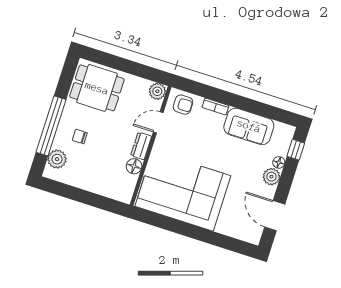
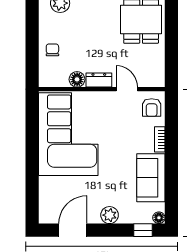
plant: (157, 91) -> (156, 79), removed
chair: (80, 136) -> (52, 50), moved
floor lamp: (279, 162) -> (159, 218), moved

